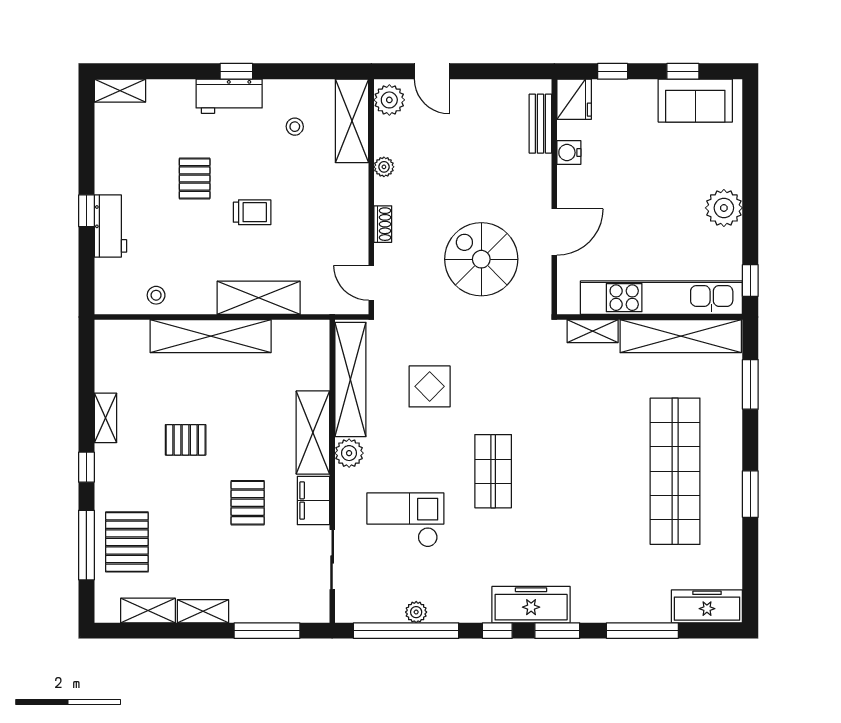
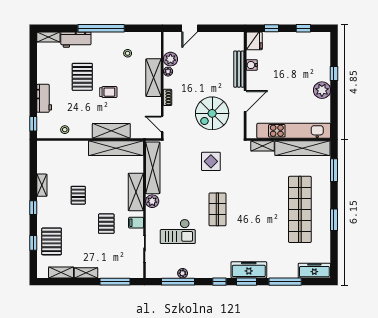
window: (236, 71) -> (101, 28), width x3.17
door: (432, 71) -> (190, 28), hinge flipped
workbench: (229, 96) -> (76, 40), moved
plant: (389, 100) -> (170, 59), moved
sofa: (695, 101) -> (309, 42), removed
shelving: (352, 121) -> (154, 78), moved
bench: (540, 124) -> (239, 69), moved, width x1.36
pallet: (195, 179) -> (82, 77), width x1.50, depth x1.42
window: (86, 211) -> (33, 124), moved
spiral stairs: (481, 259) -> (212, 113), turned -90
window: (750, 281) -> (334, 73), moved
shelving: (211, 336) -> (116, 148), moved
display table: (430, 386) -> (211, 161), moved
pallet: (186, 440) -> (78, 195), turned 90
filing cabinet: (313, 500) -> (136, 223), width x0.50
checkout: (405, 520) -> (178, 231), turned 180
window: (86, 545) -> (33, 243), width x0.46
freezer: (531, 605) -> (249, 270), moved
window: (406, 631) -> (178, 282), width x0.68

